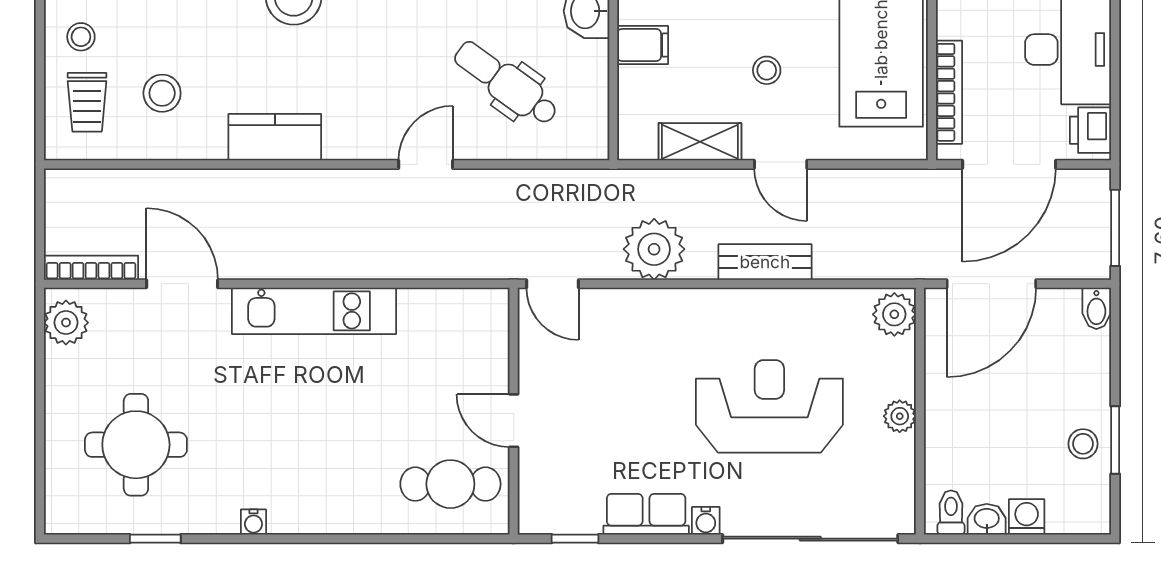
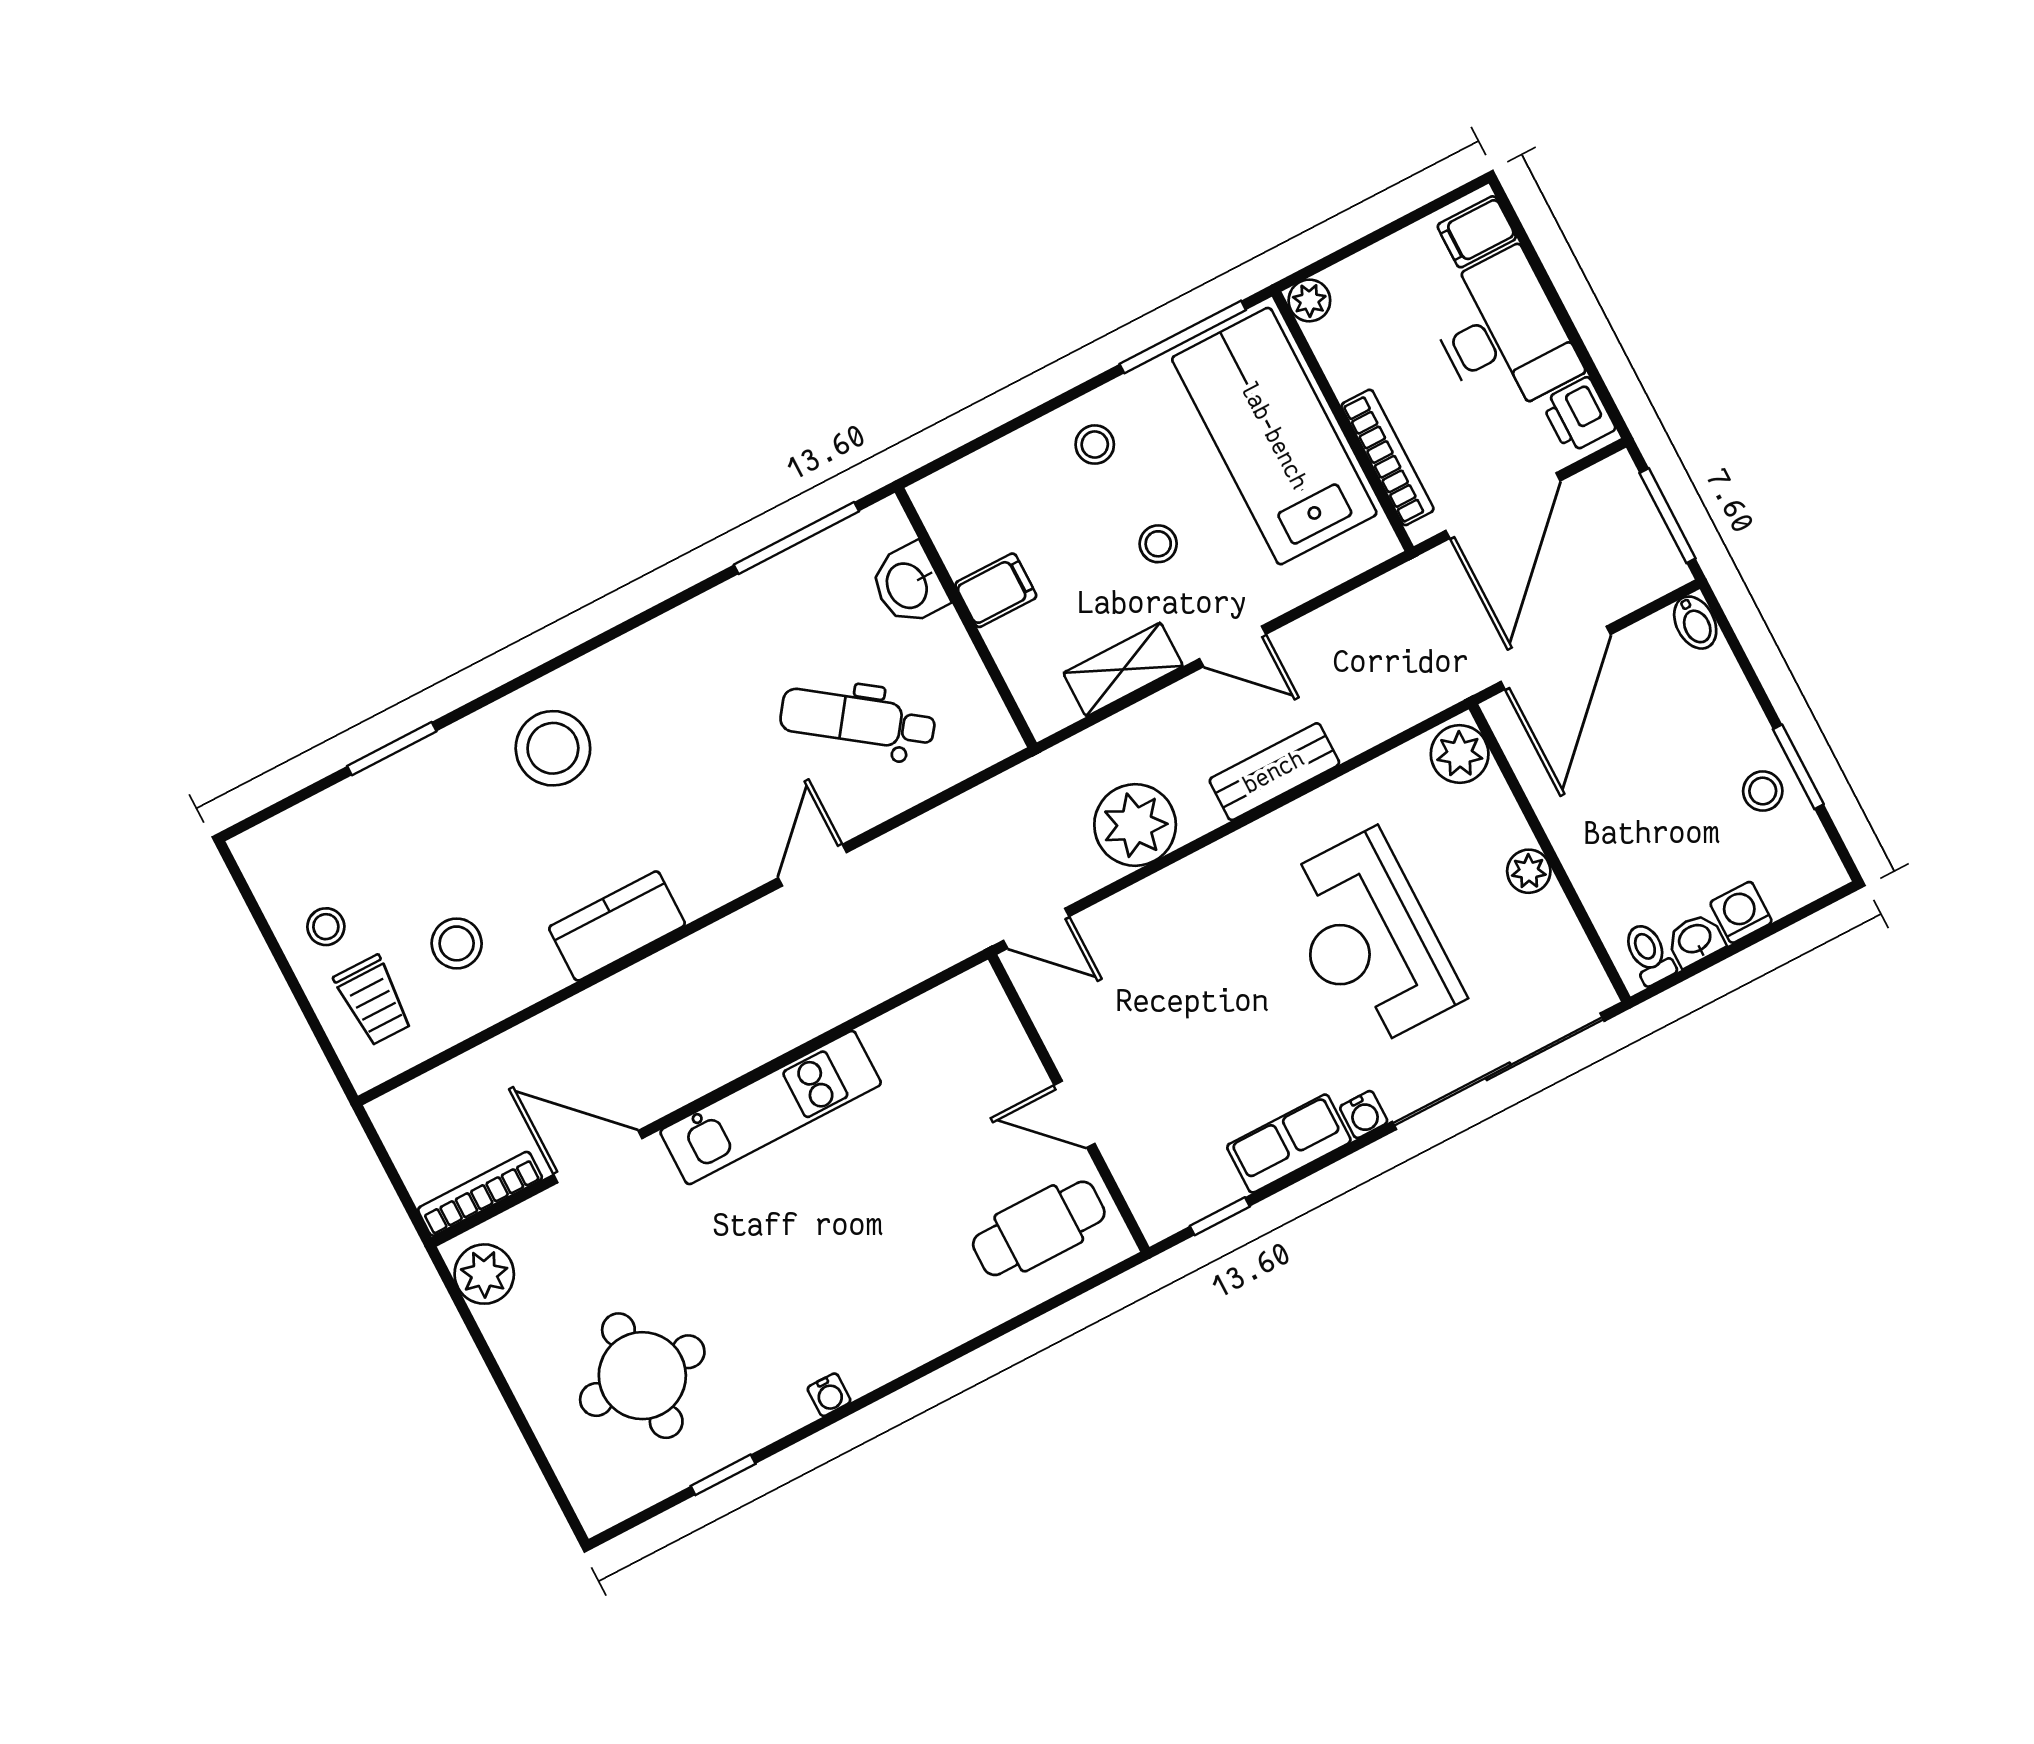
reception desk: (769, 406) -> (1368, 940), turned -90

